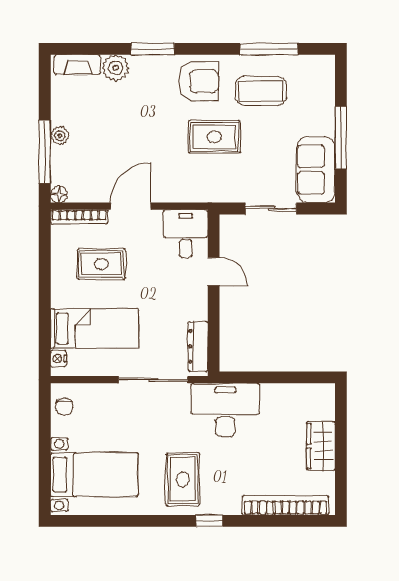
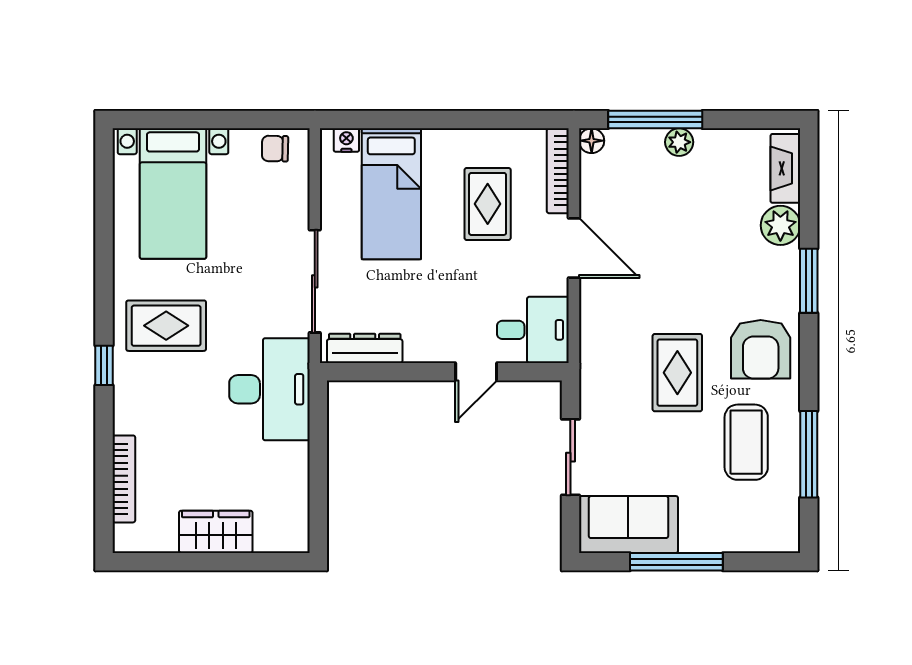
bookcase: (285, 505) -> (124, 479), width x0.68, depth x0.76

